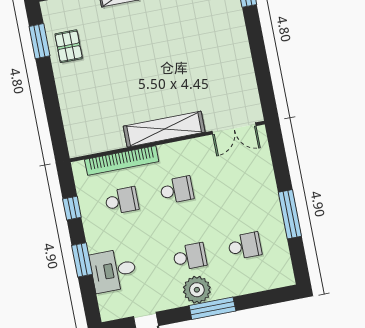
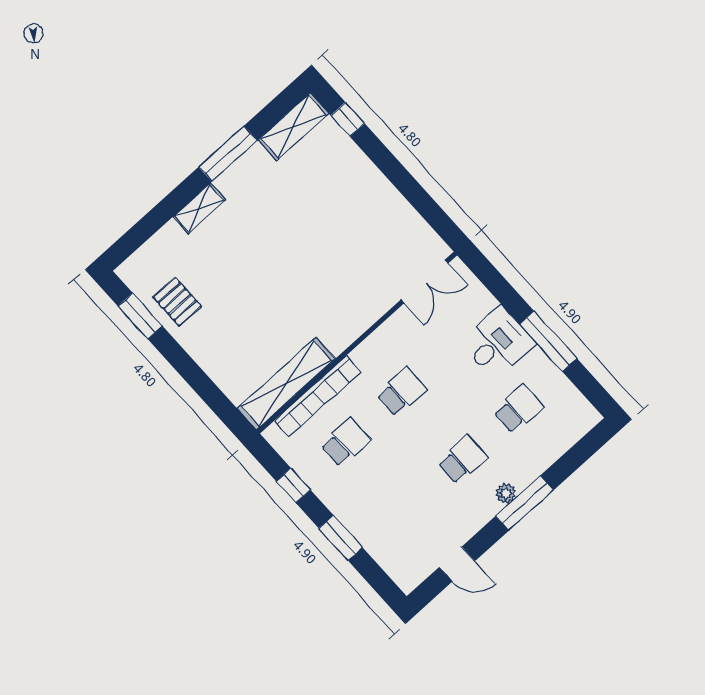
shelving: (164, 129) -> (286, 384), moved
desk: (113, 270) -> (497, 343), moved, turned 180
plant: (197, 290) -> (506, 493), width x0.53, depth x0.53

